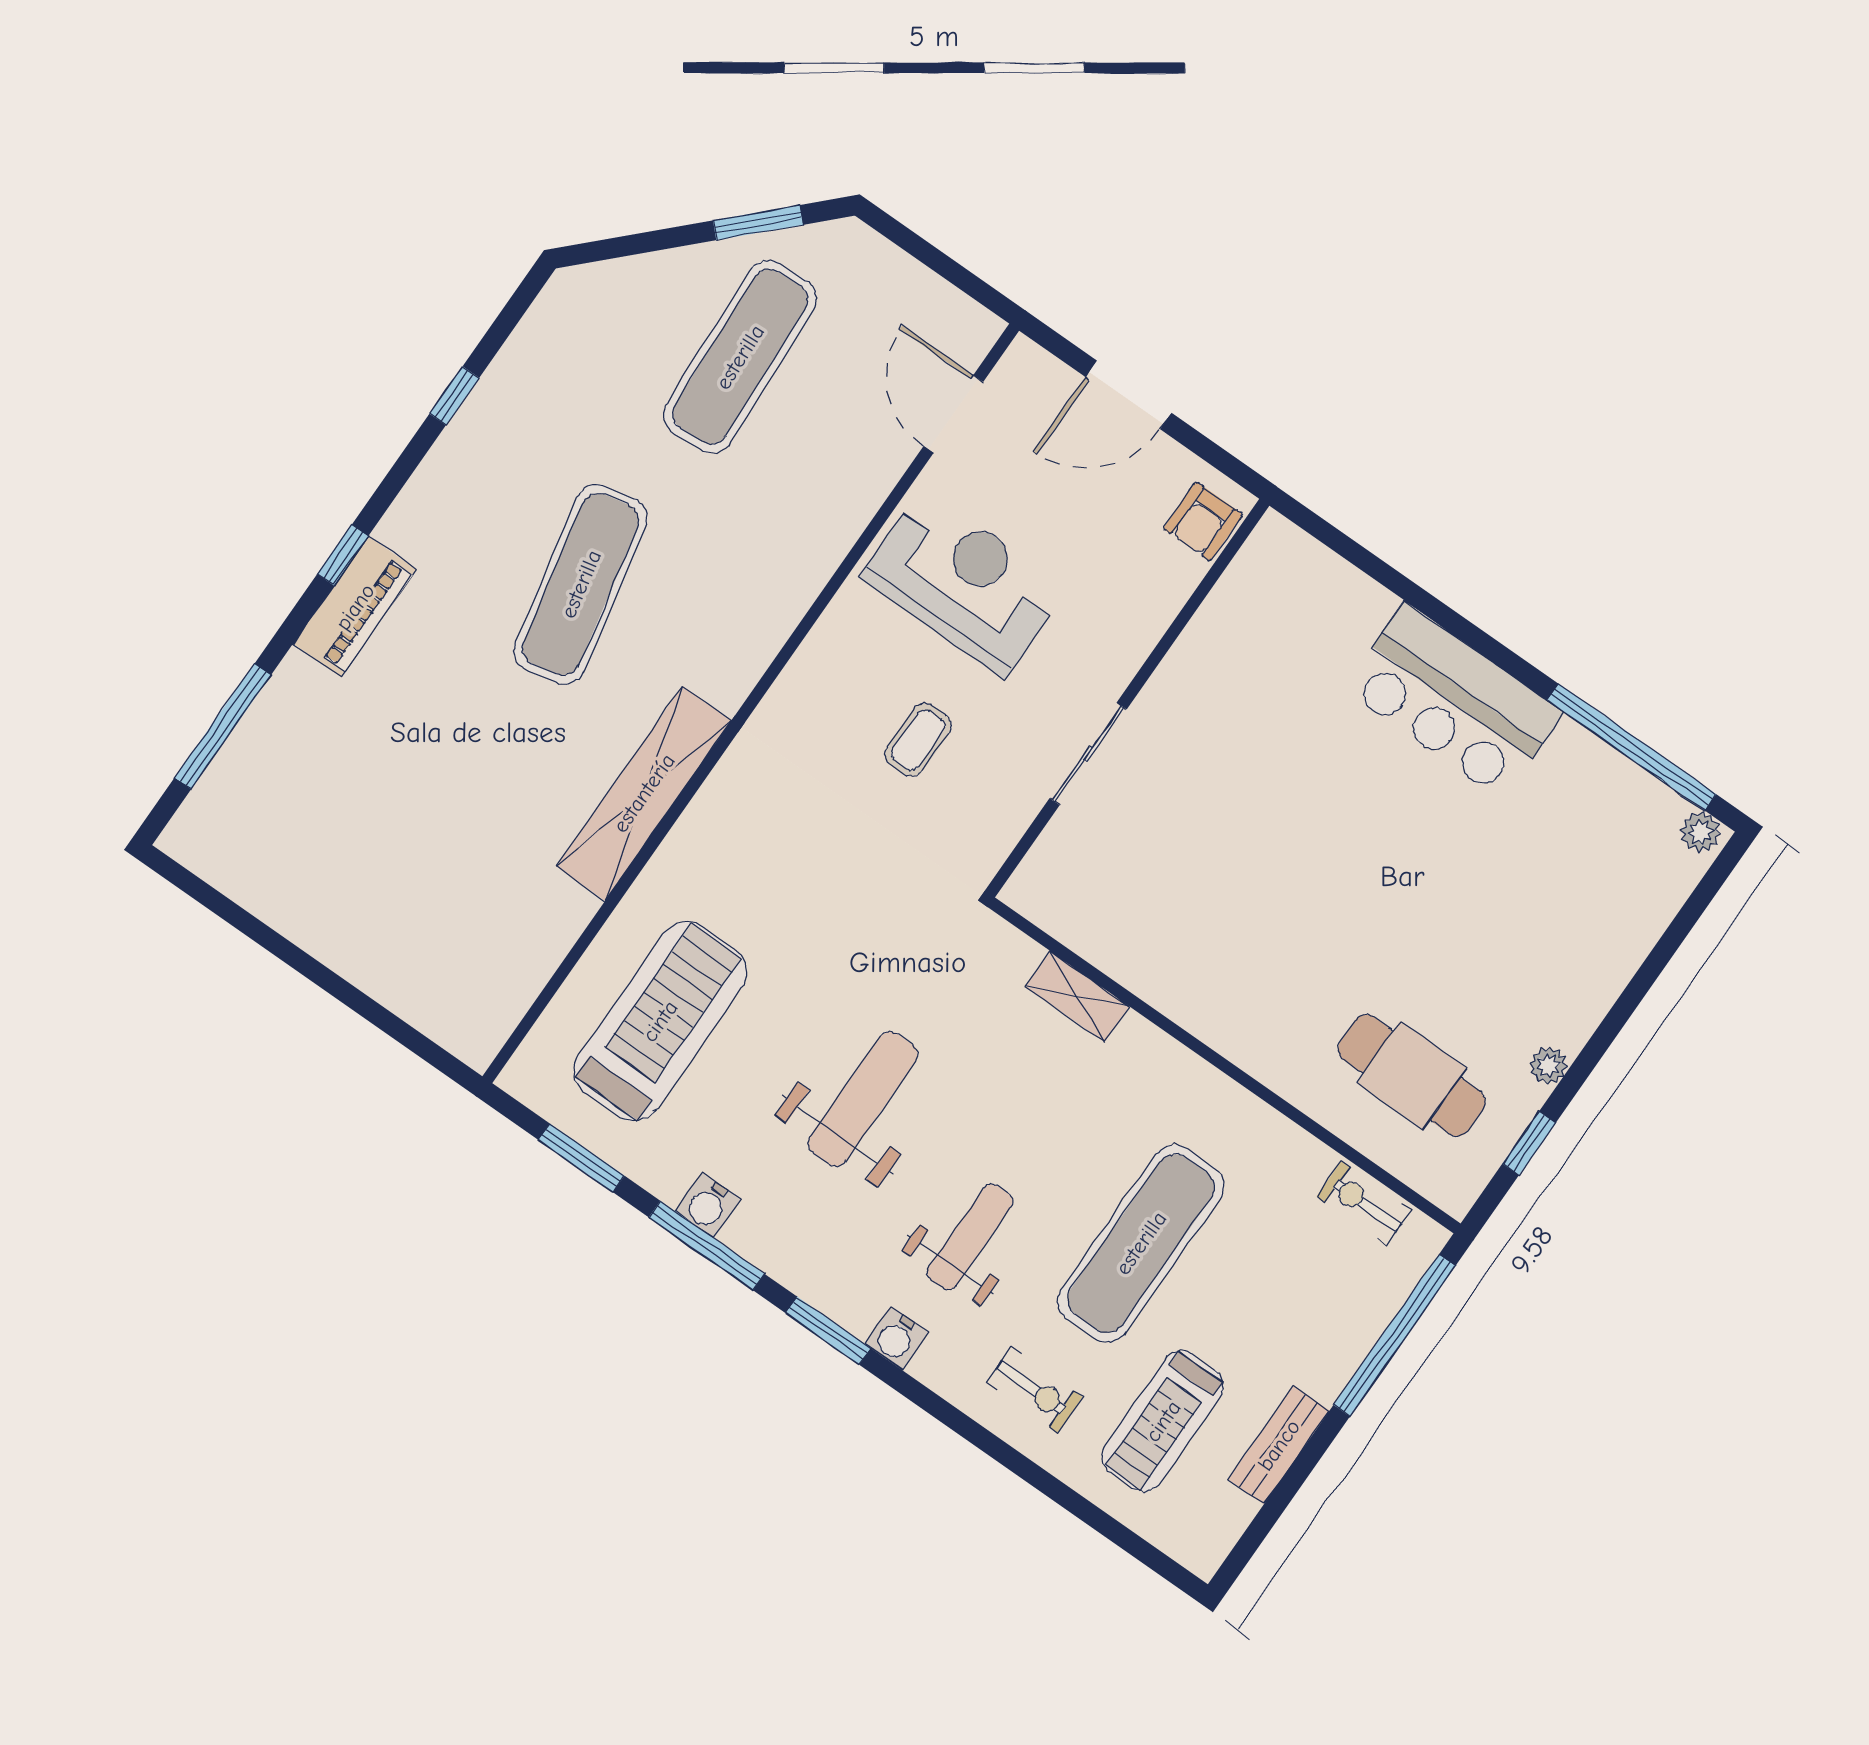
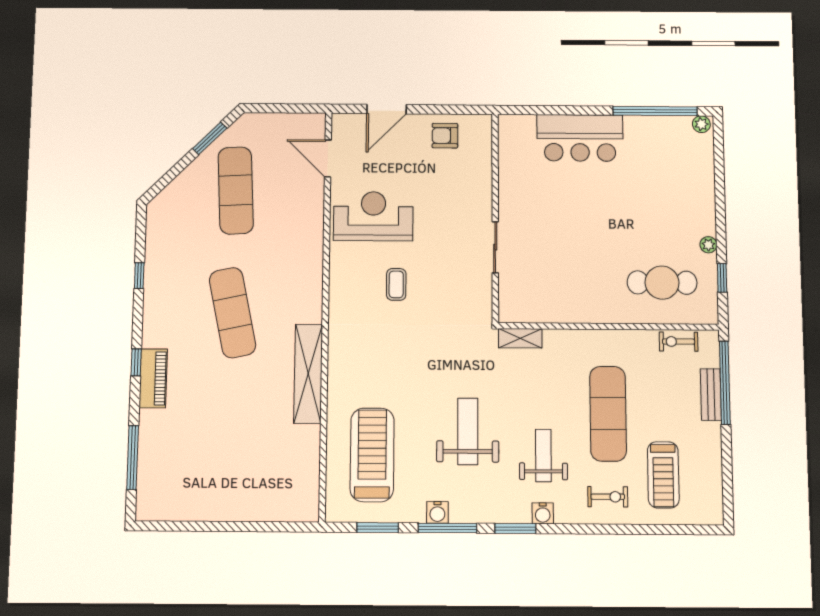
armchair: (1203, 522) -> (445, 136), turned 90
wall: (1127, 698) -> (495, 217), moved
sliding door: (1088, 754) -> (495, 247), moved
bench: (1279, 1445) -> (711, 395), moved

